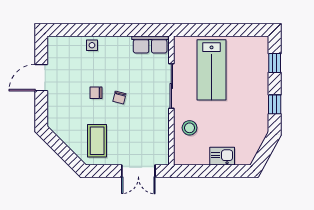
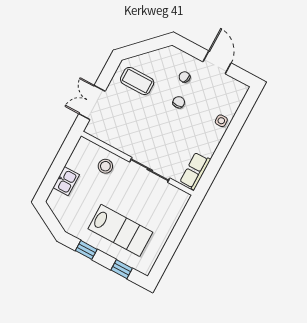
lab bench: (212, 70) -> (120, 230), moved, turned 180
chair: (119, 97) -> (185, 77), moved

